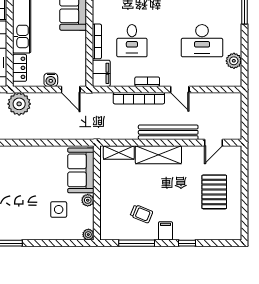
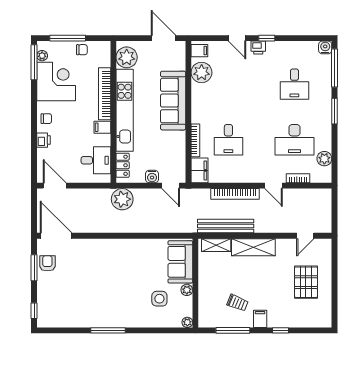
bookcase: (147, 82) -> (298, 178), moved
bench: (168, 132) -> (226, 226), moved

